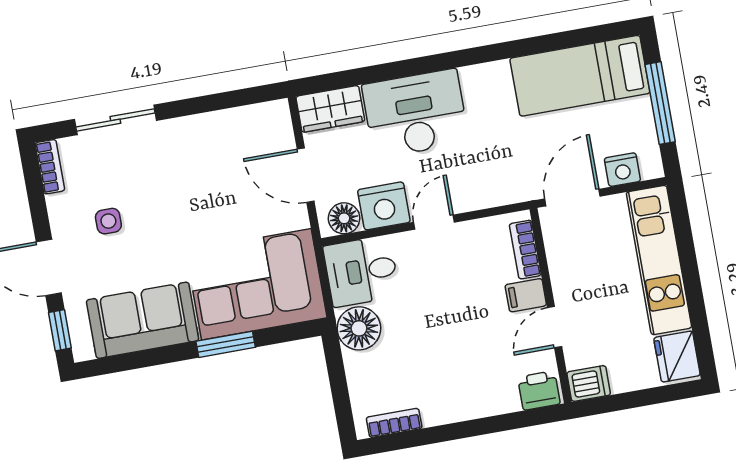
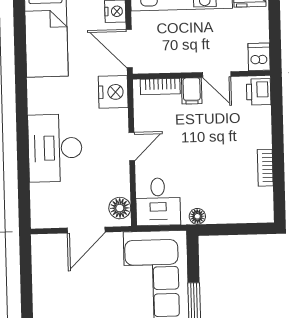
wardrobe: (330, 109) -> (43, 206), removed
nightstand: (384, 206) -> (113, 92), moved
door: (434, 222) -> (132, 147), swing flipped
floor lamp: (359, 328) -> (197, 216), width x0.53, depth x0.53
bookcase: (394, 423) -> (265, 168), moved

